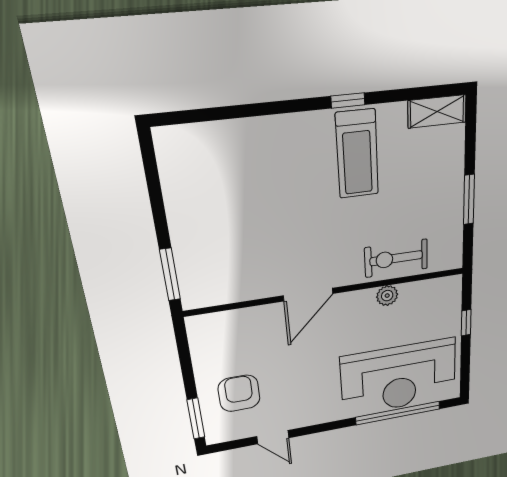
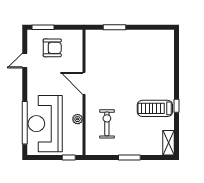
wall: (328, 292) -> (84, 92), moved
door: (308, 295) -> (84, 83), moved
plant: (387, 296) -> (78, 119), moved

